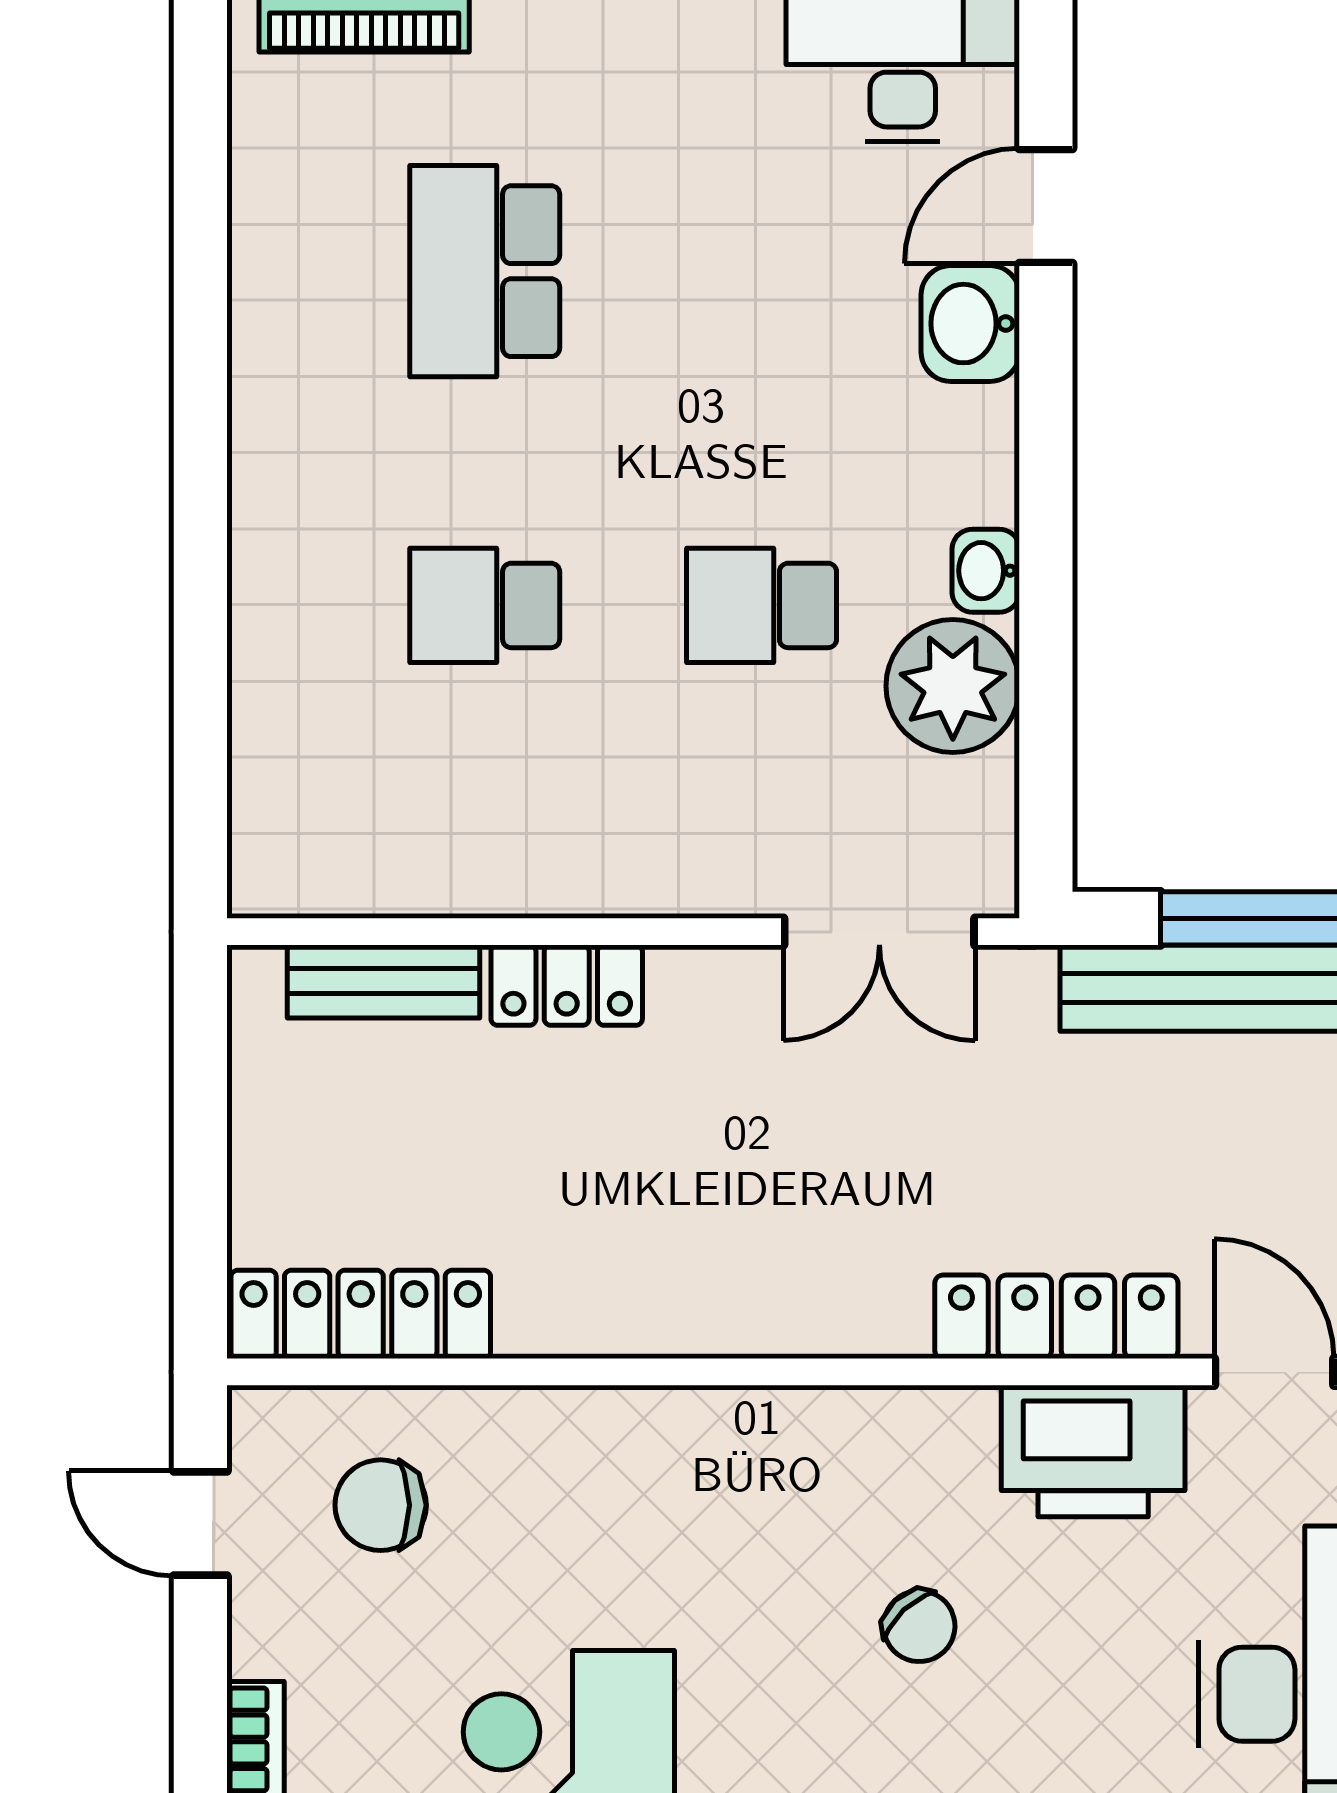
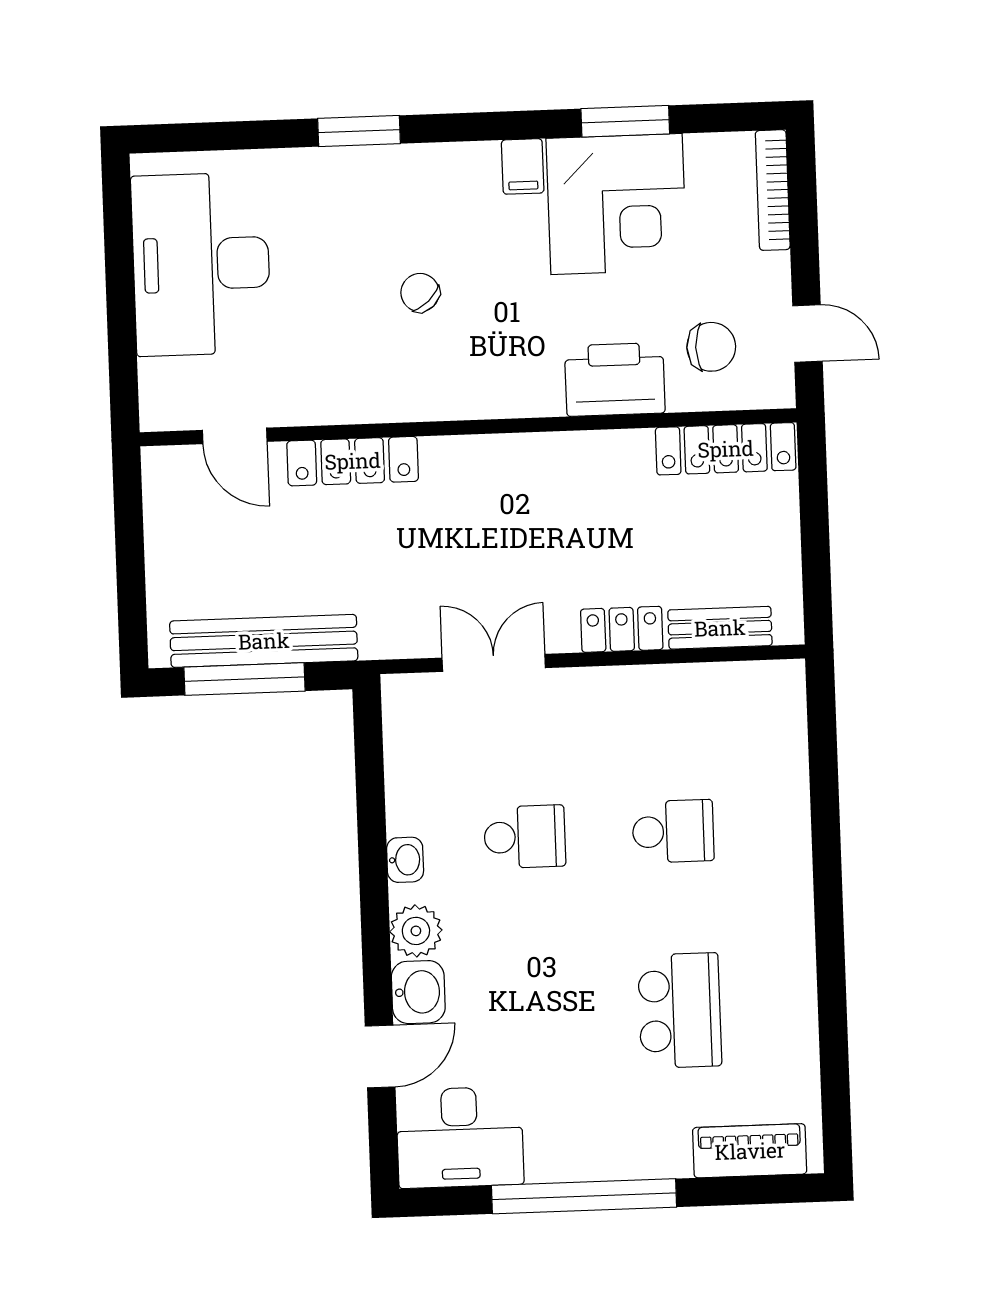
plant: (953, 686) -> (416, 931), moved, width x0.73, depth x0.73
double door: (879, 932) -> (494, 663), moved
printer: (1093, 1451) -> (615, 379), moved

